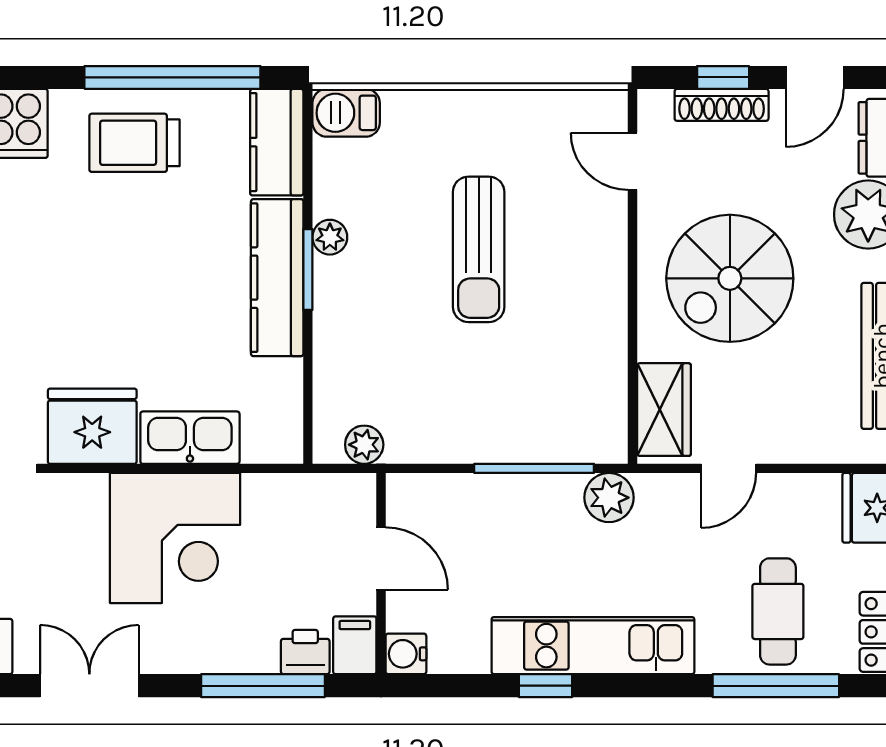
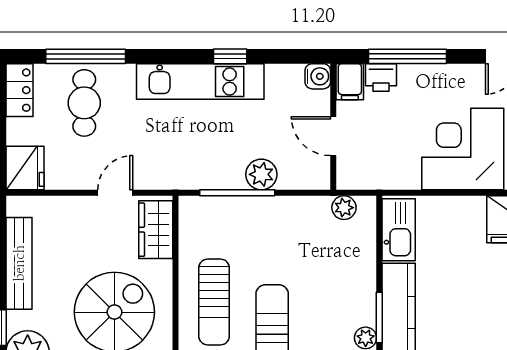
sun lounger: (571, 294) -> (214, 302), added
kitchen sink: (190, 438) -> (399, 230), moved, turned -90
plant: (609, 498) -> (261, 174), moved

